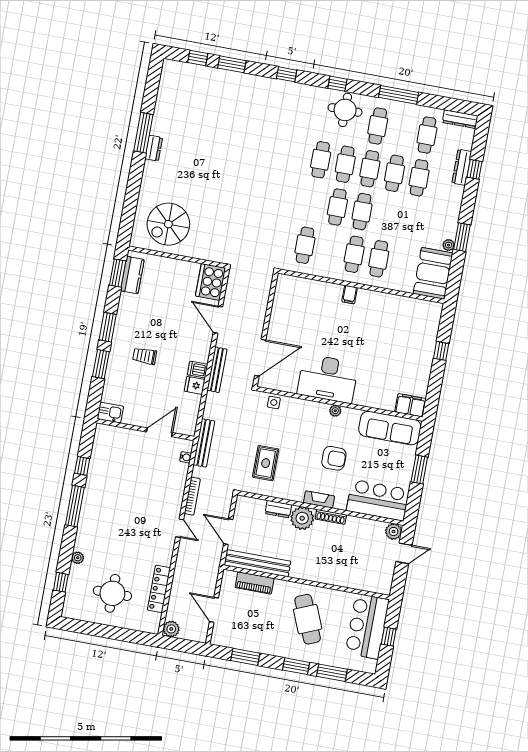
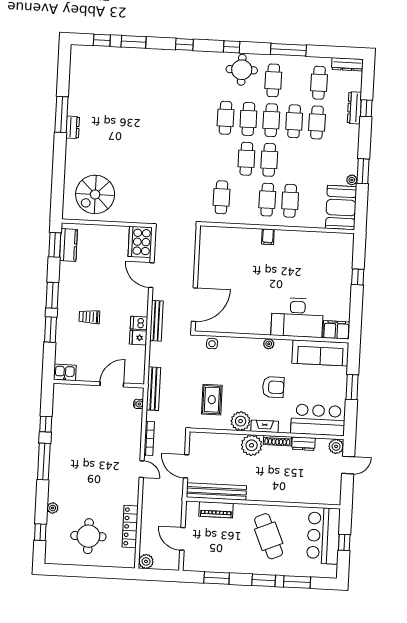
desk: (328, 379) -> (297, 317), moved
plant: (294, 490) -> (241, 421), added
dresser: (278, 509) -> (303, 444), moved

